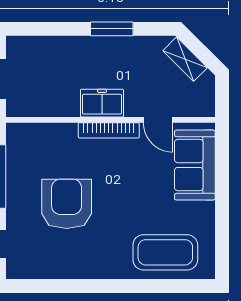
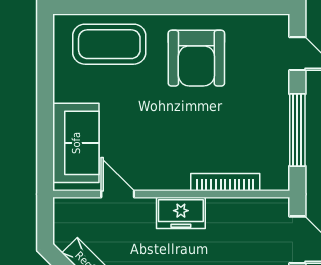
bookcase: (109, 130) -> (225, 182), moved
armchair: (67, 204) -> (196, 58), moved

